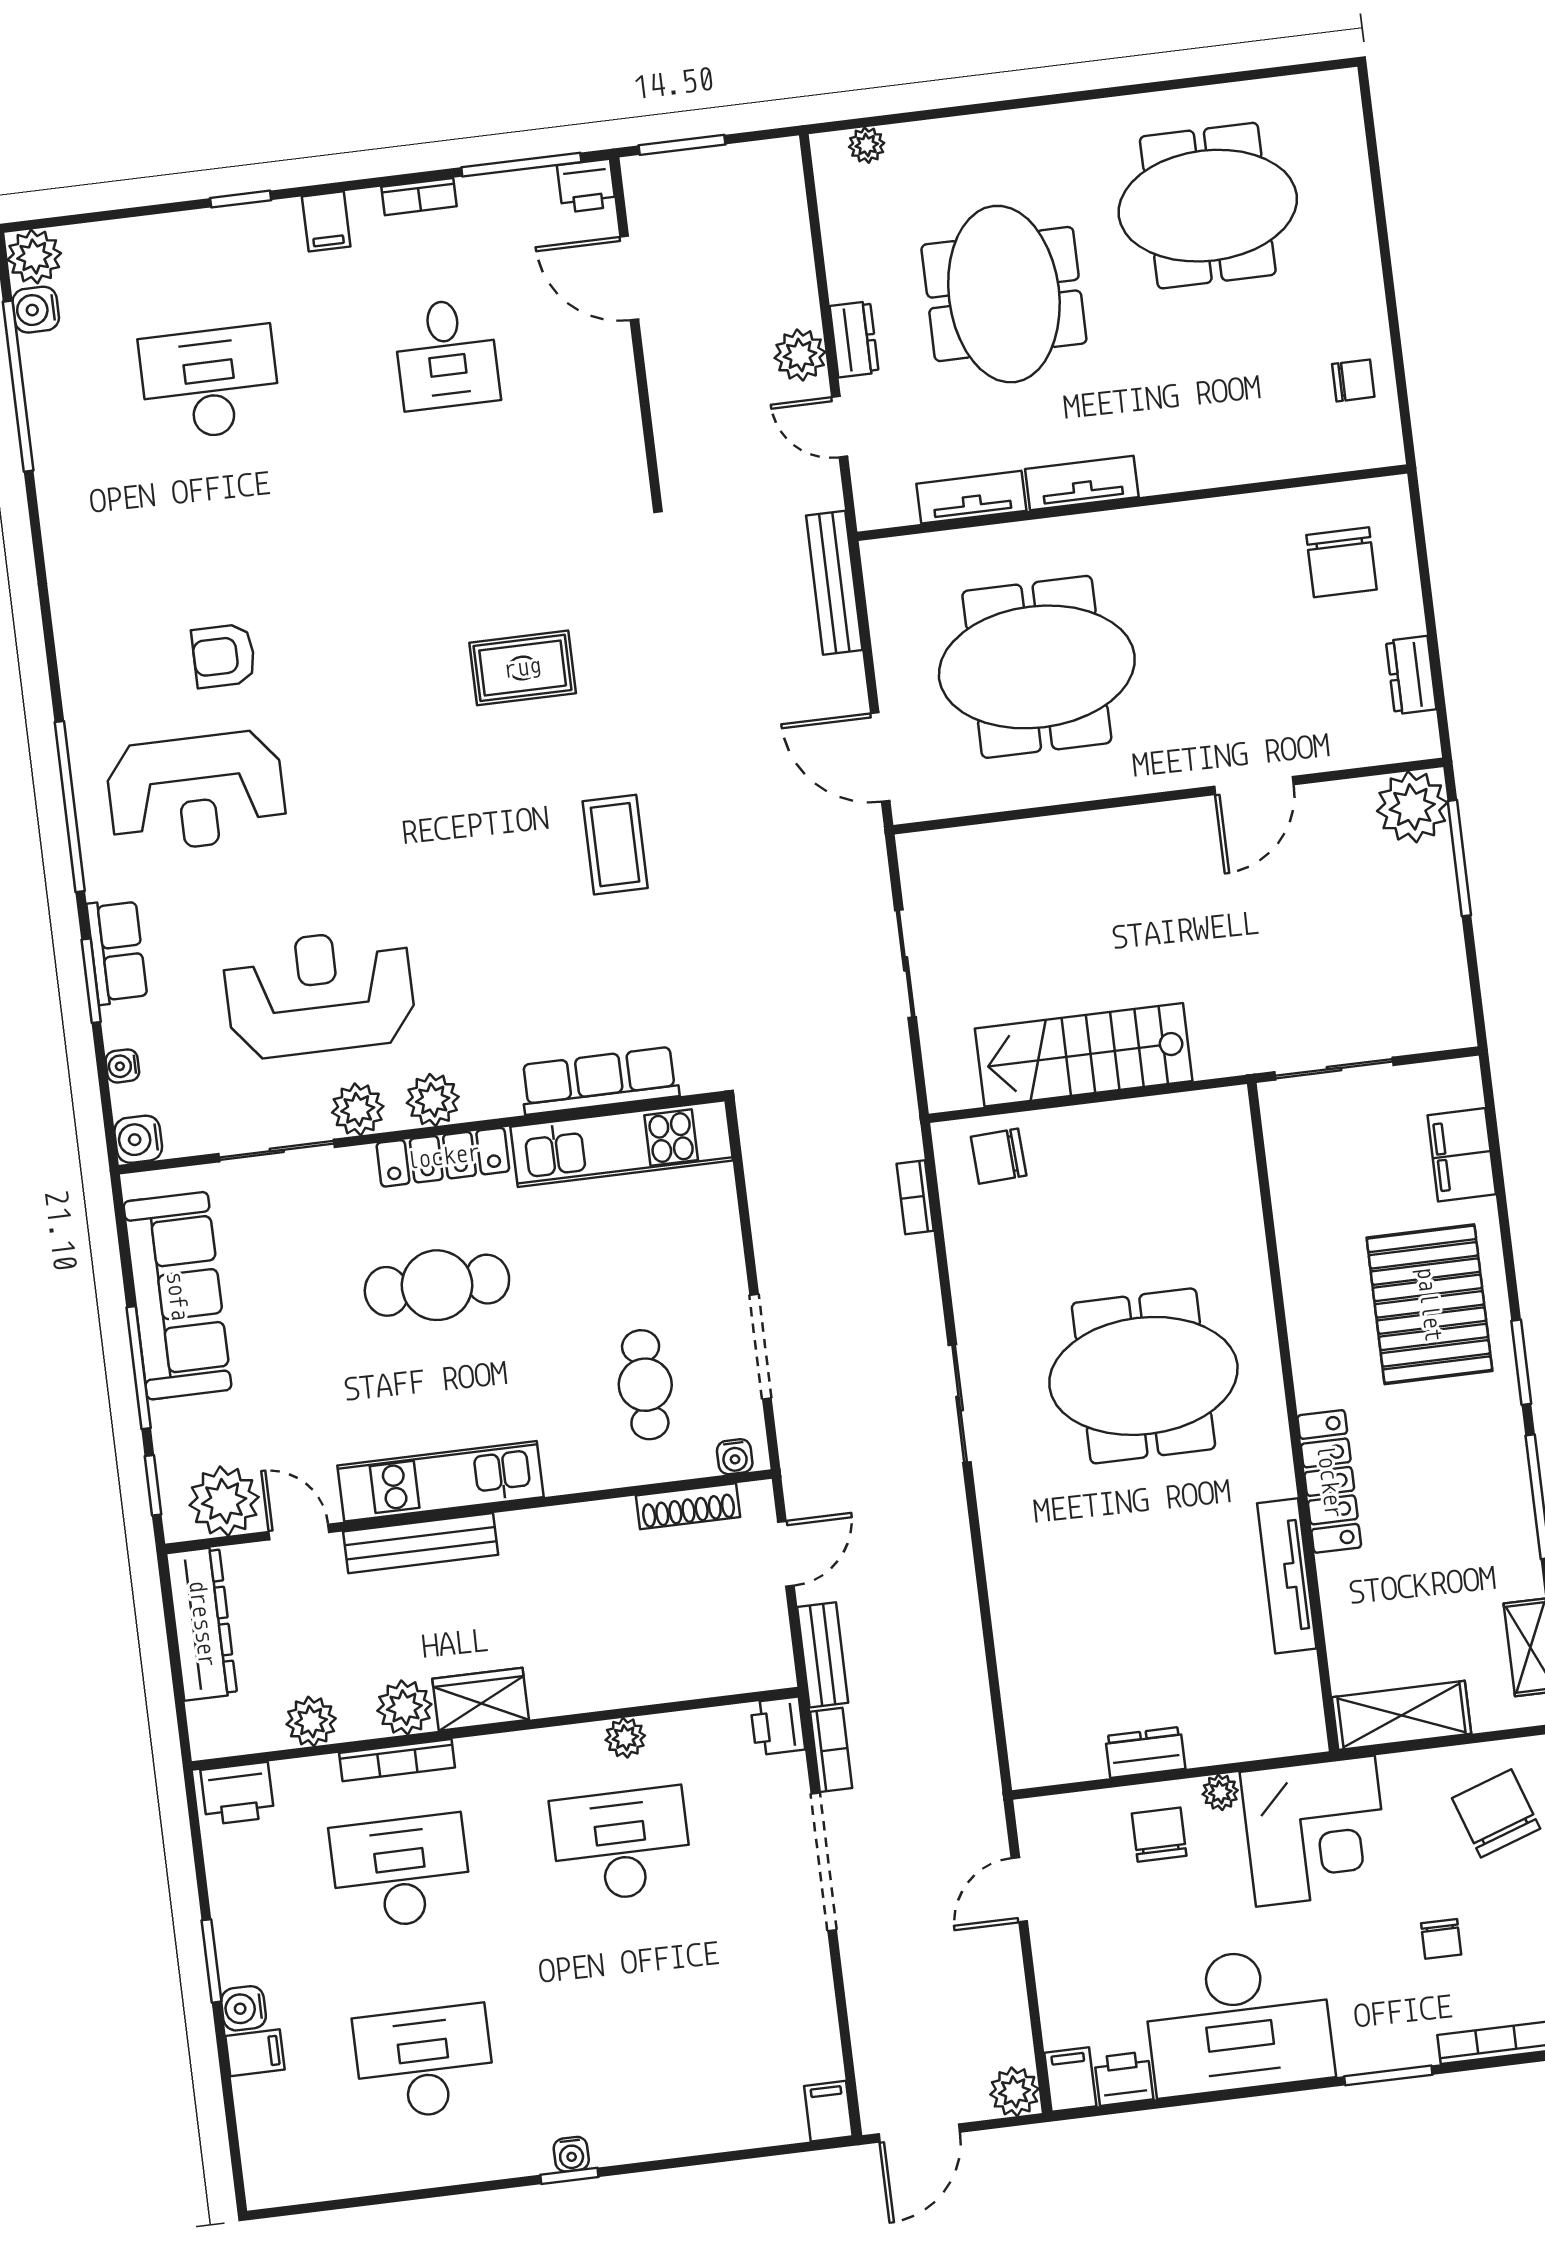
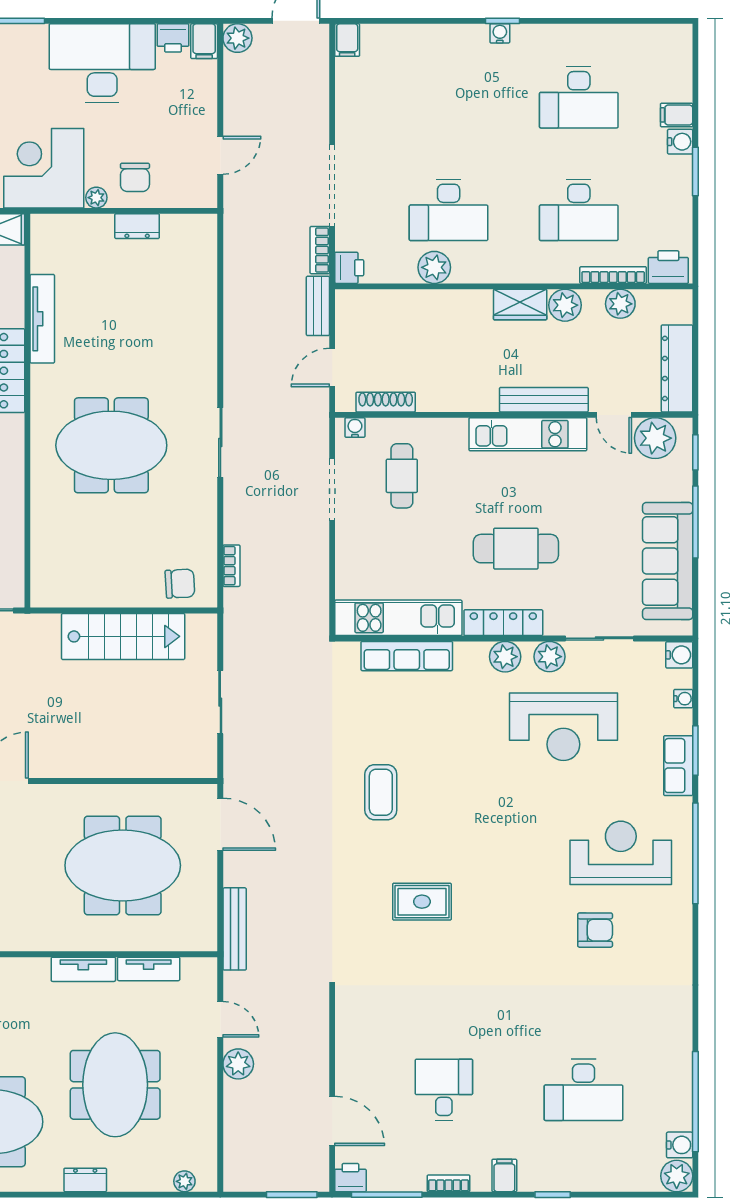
dresser: (854, 339) -> (85, 1180), moved, turned 90
plant: (625, 1738) -> (434, 267), width x1.38, depth x1.38
bookcase: (397, 1760) -> (613, 275), moved

